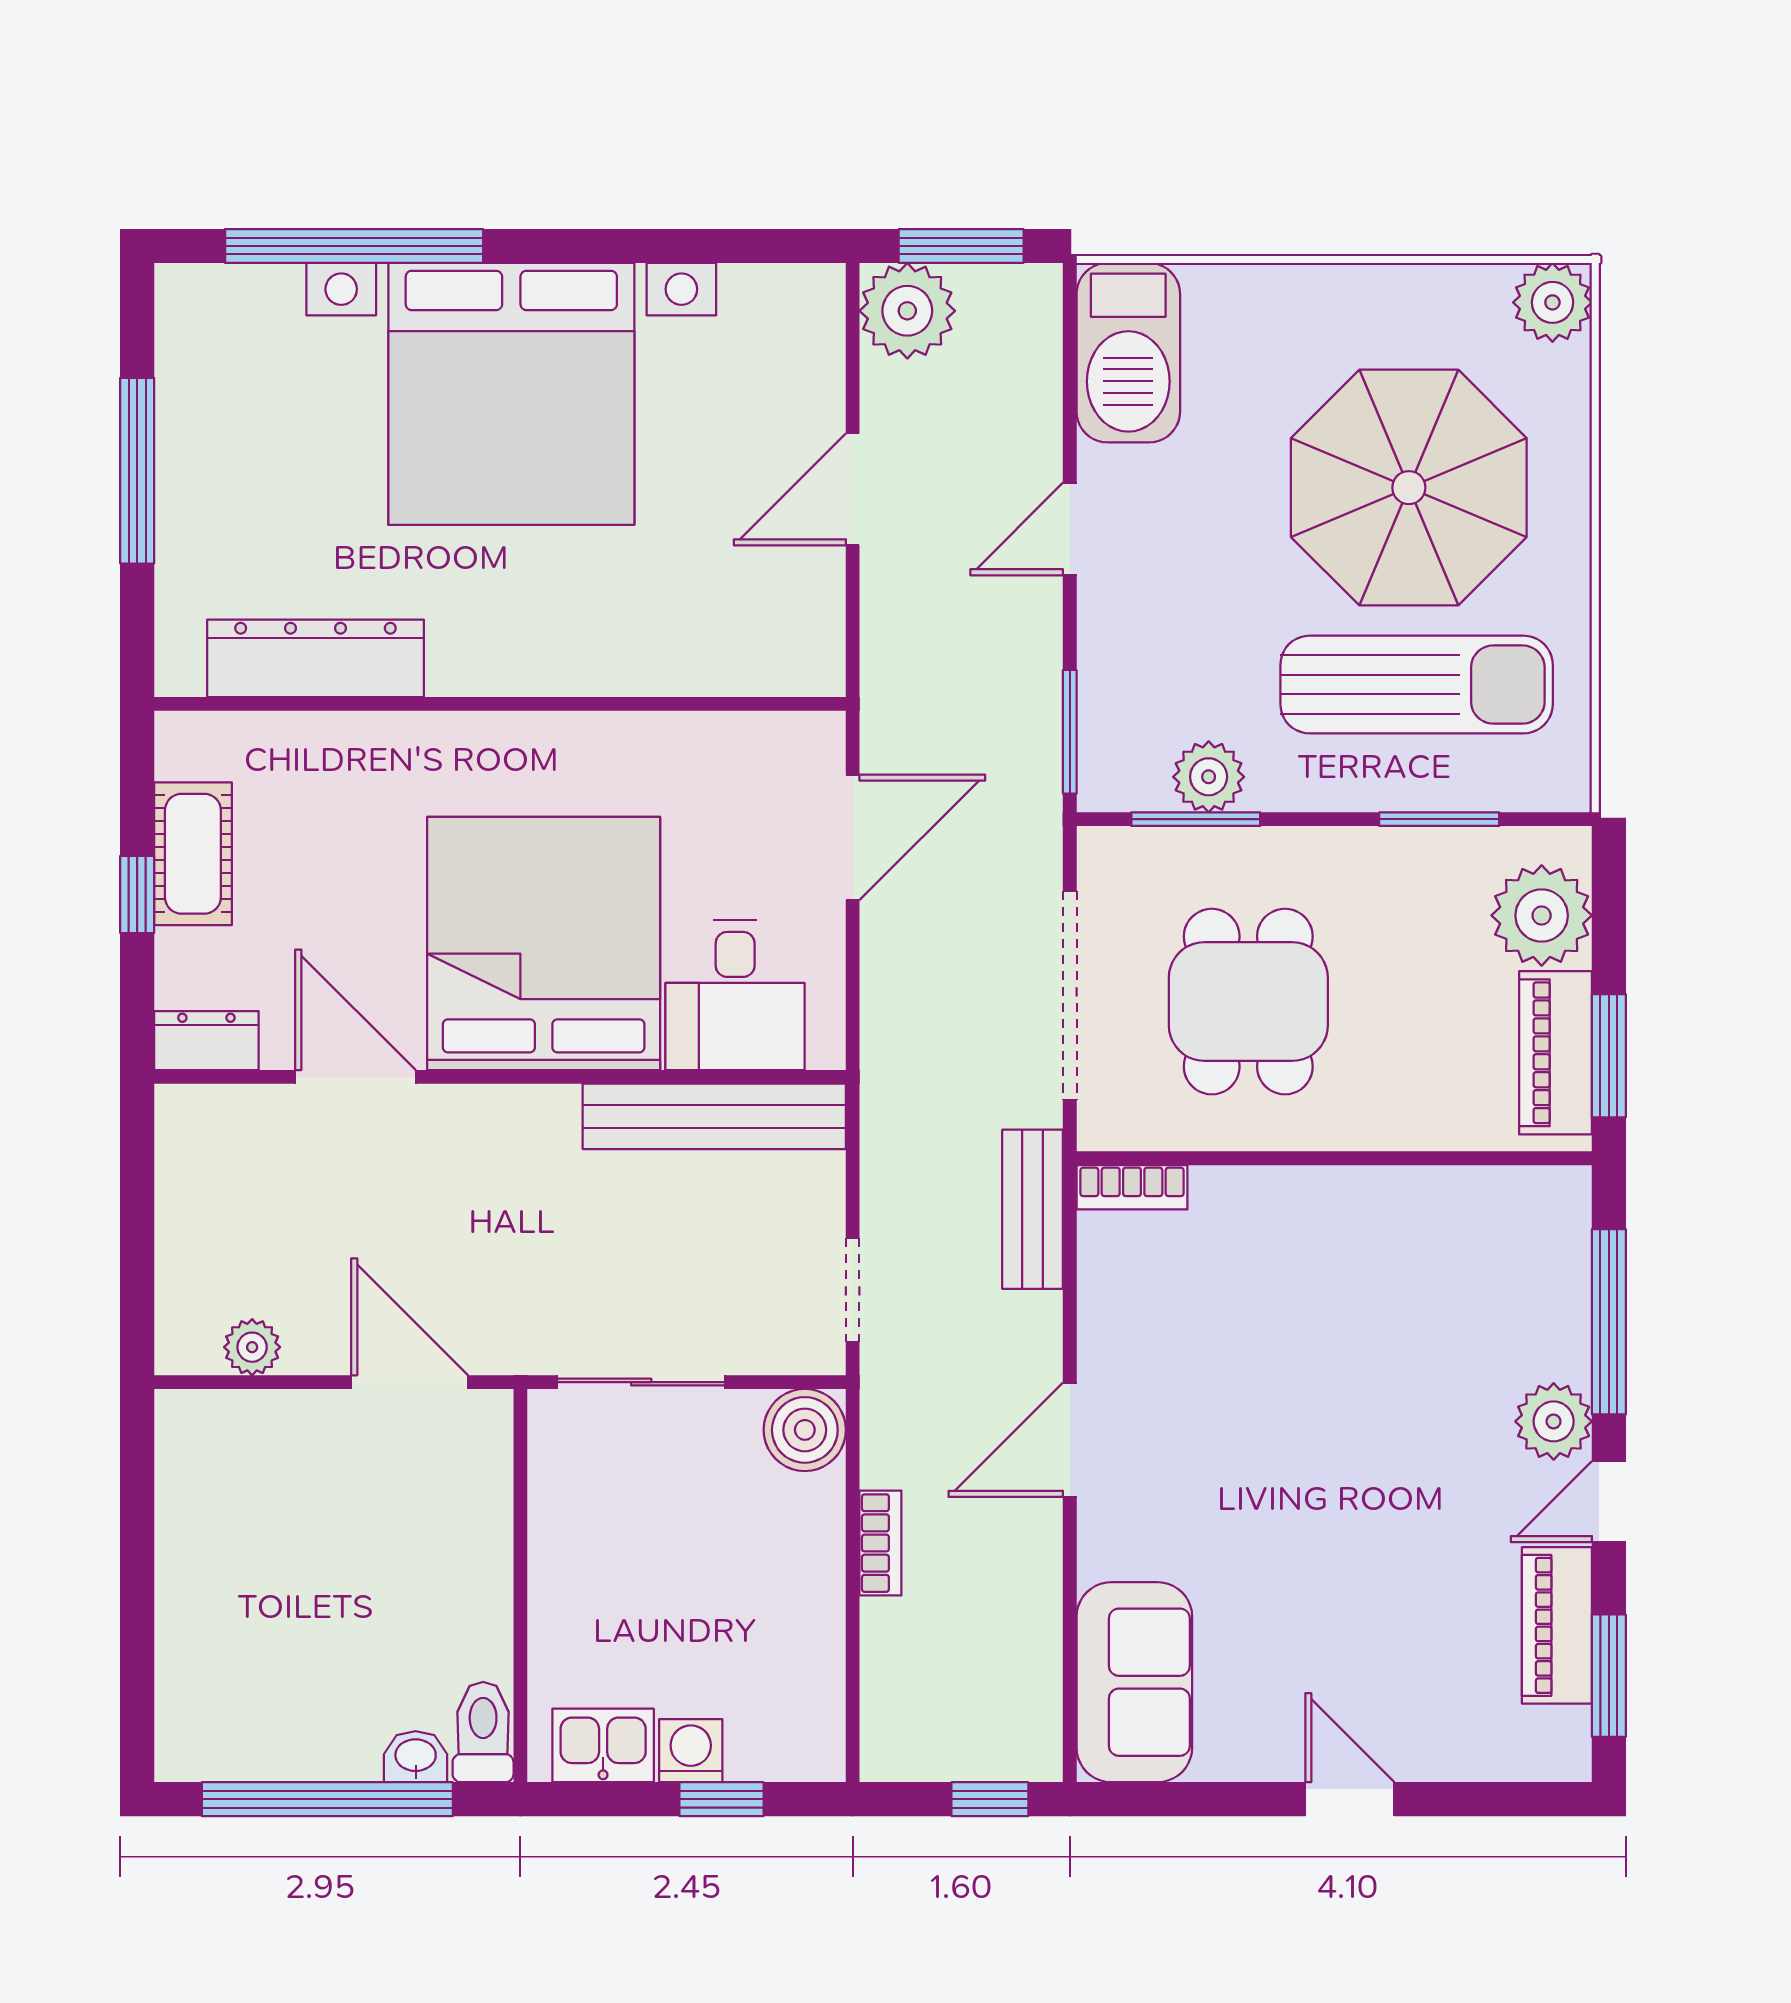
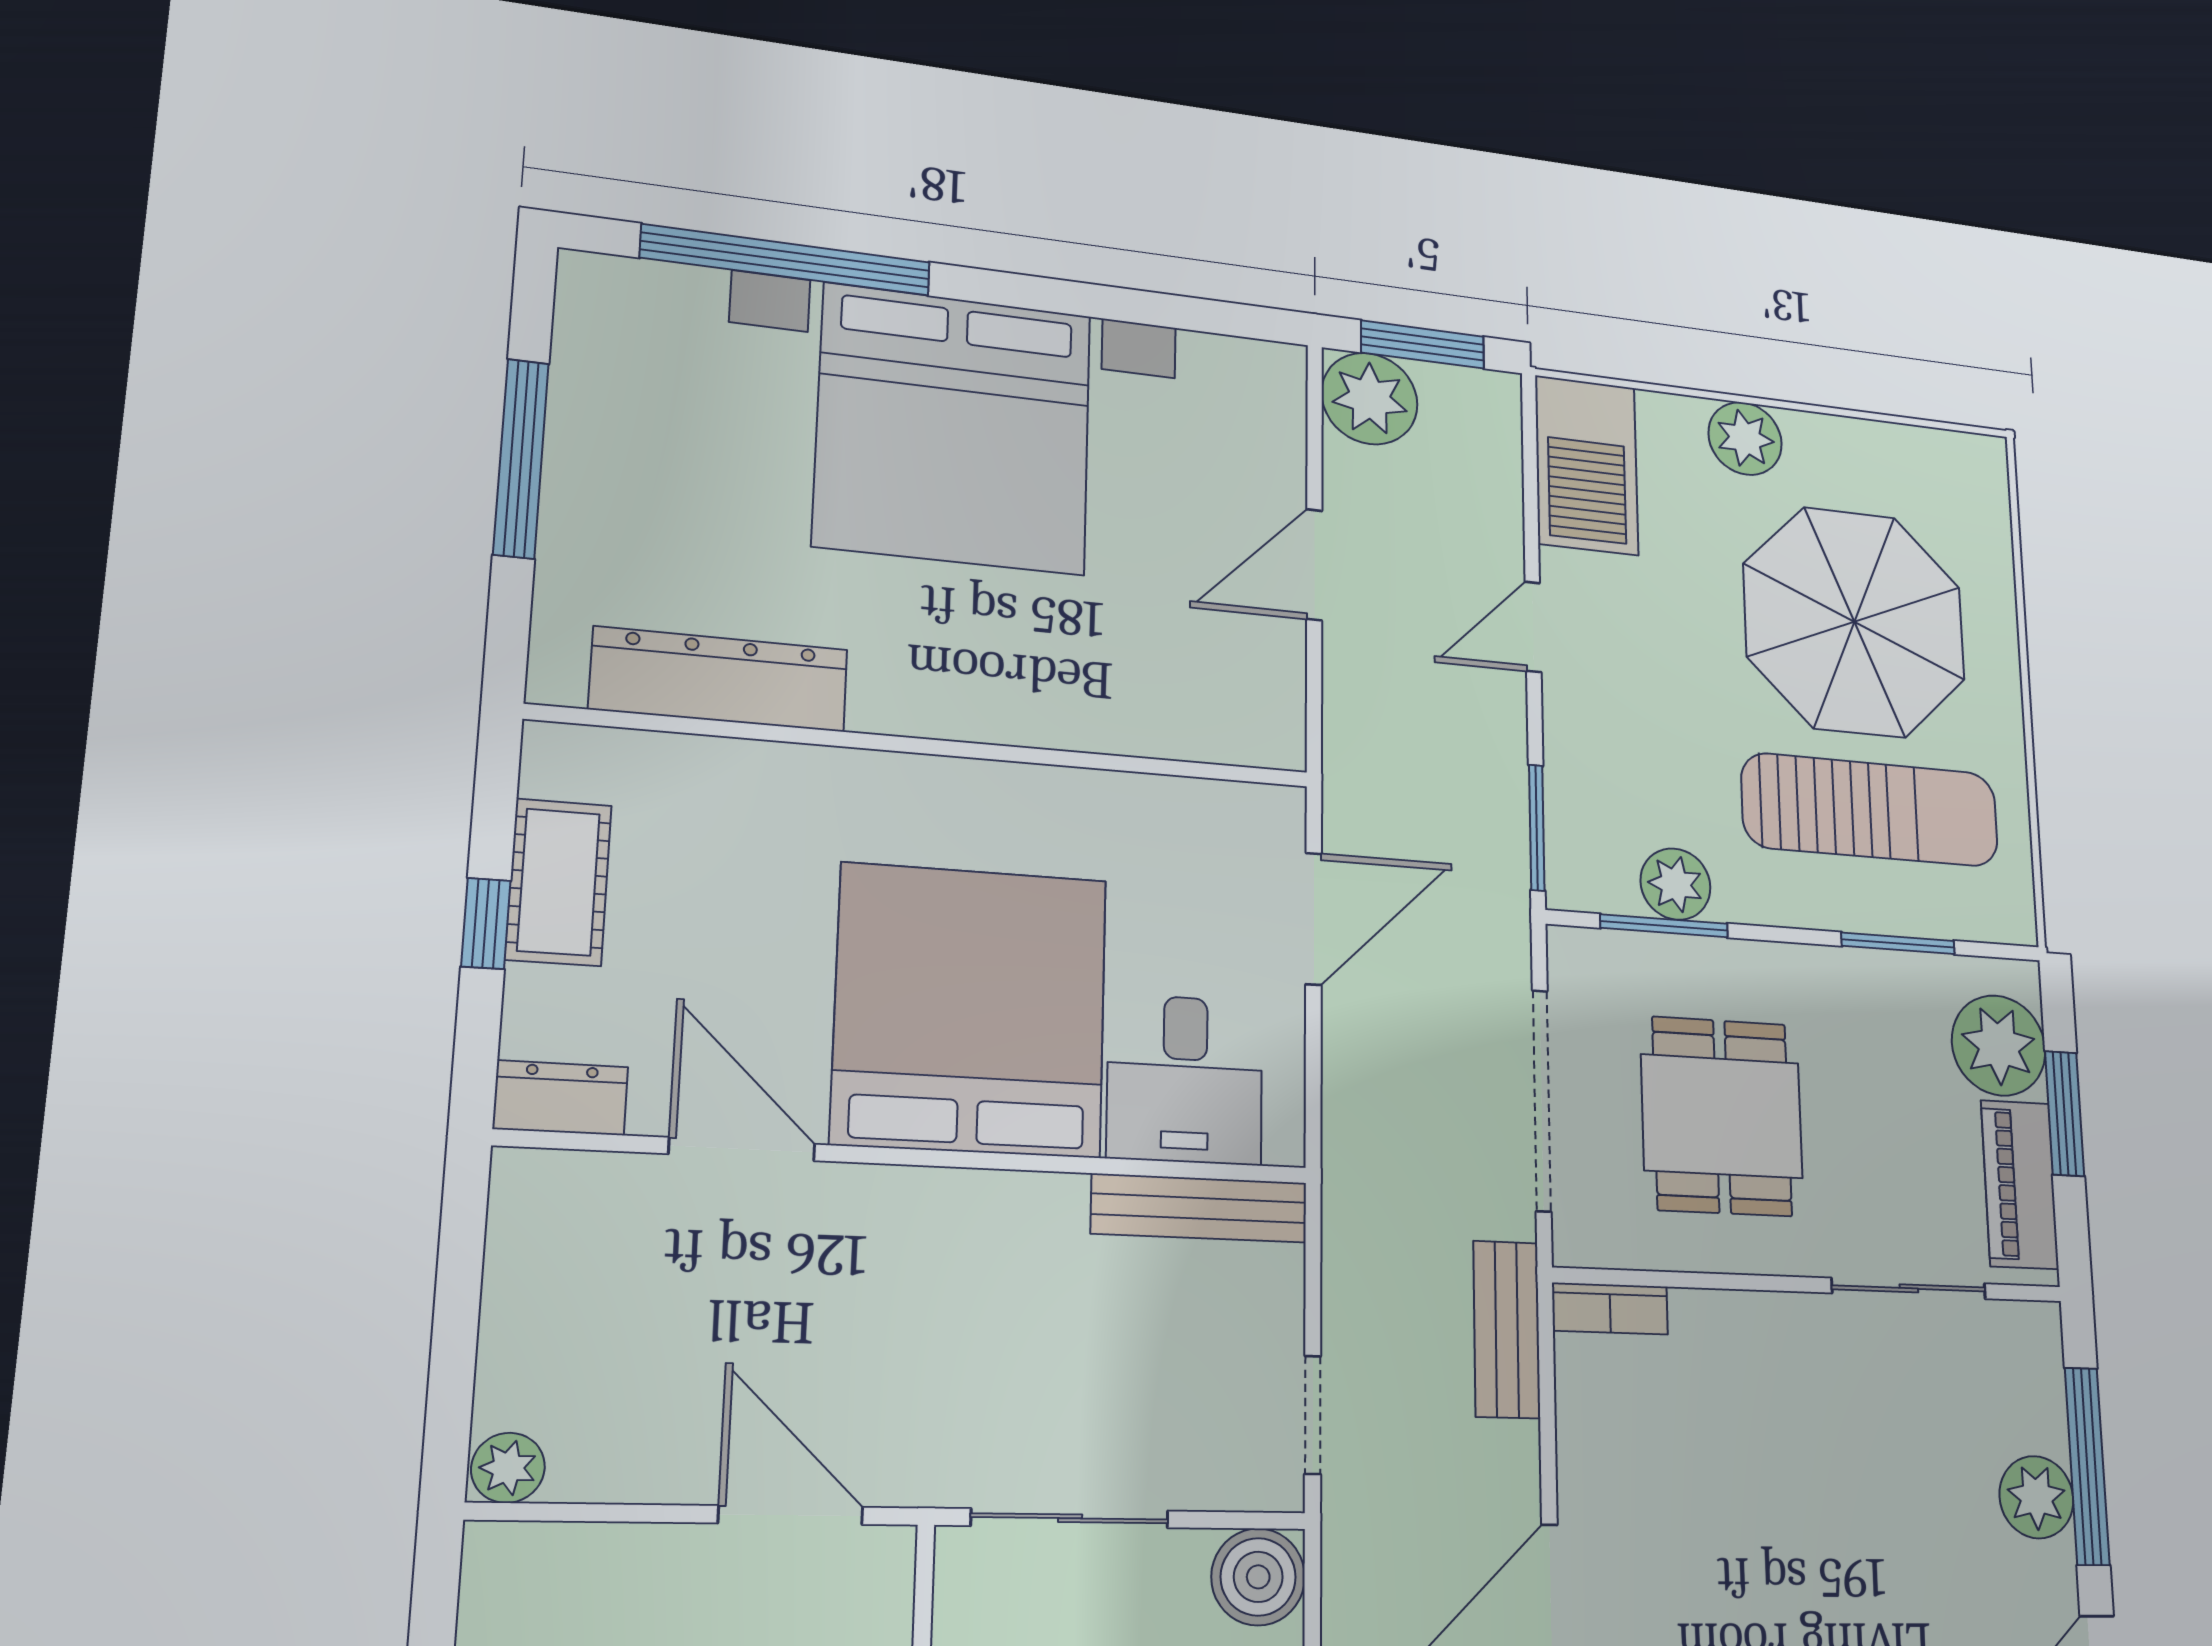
plant: (1552, 302) -> (1745, 439), moved
window: (1609, 1056) -> (2065, 1113), moved
bench: (714, 1116) -> (1199, 1208), width x0.73, depth x0.82
sliding door: (1432, 1158) -> (1909, 1288), added
plant: (252, 1347) -> (508, 1468), moved
plant: (1554, 1421) -> (2036, 1497), moved

